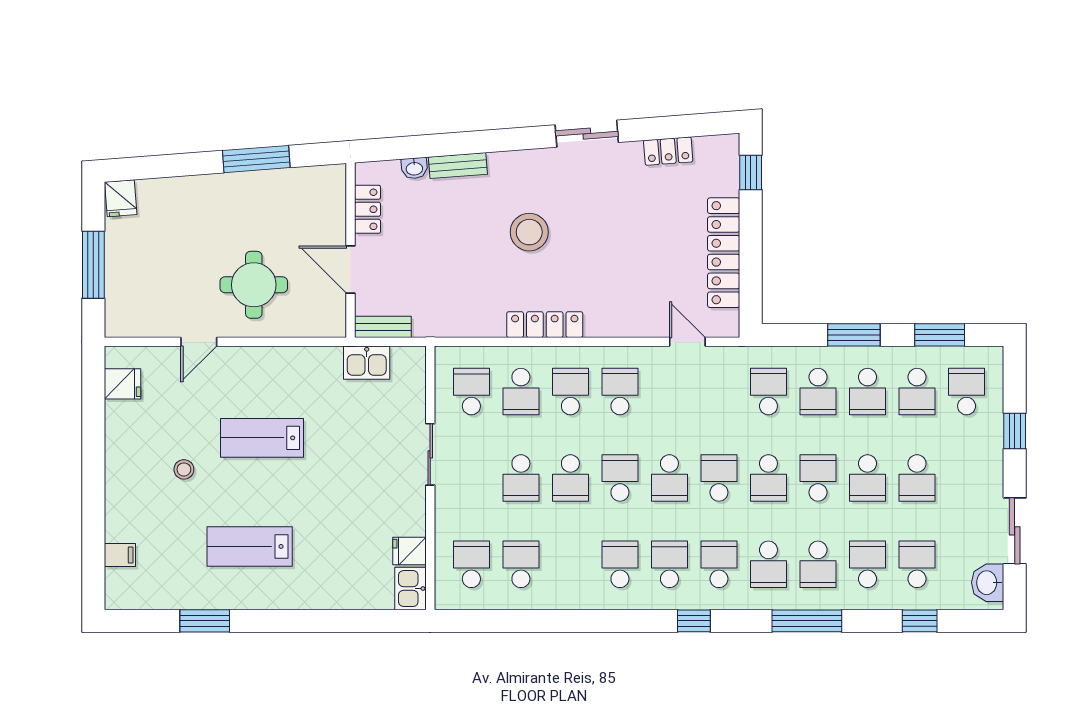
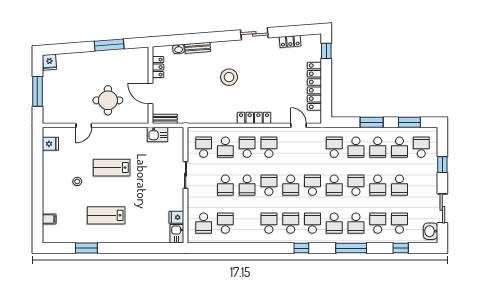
locker: (545, 325) -> (254, 118), moved
school desk: (471, 564) -> (204, 223), turned 180

